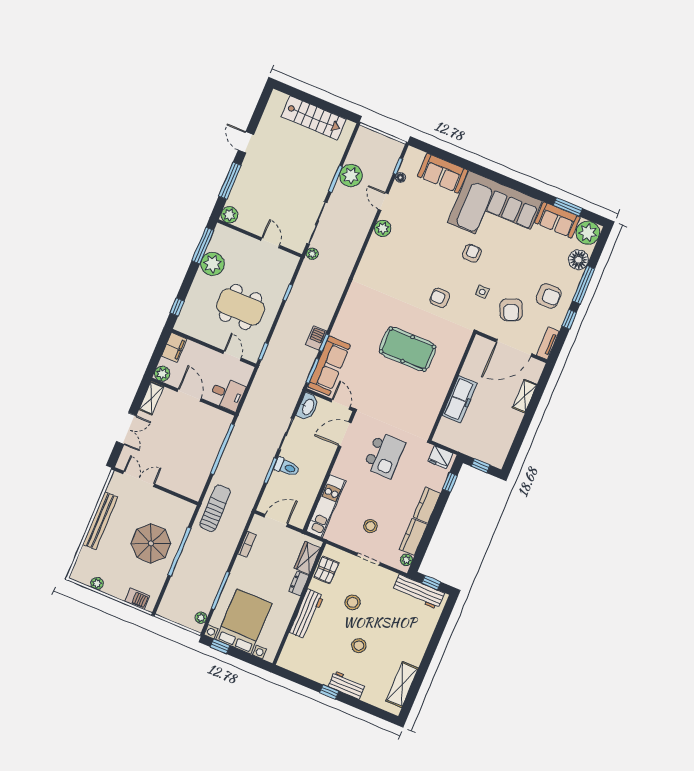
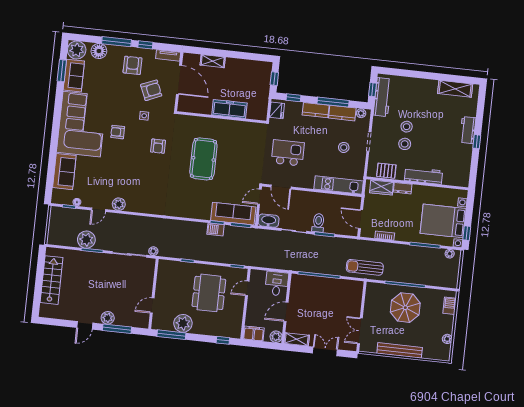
plant: (229, 215) -> (108, 318), moved
door: (270, 243) -> (152, 305), moved
window: (430, 529) -> (333, 102), added
stool: (359, 646) -> (407, 127), moved

